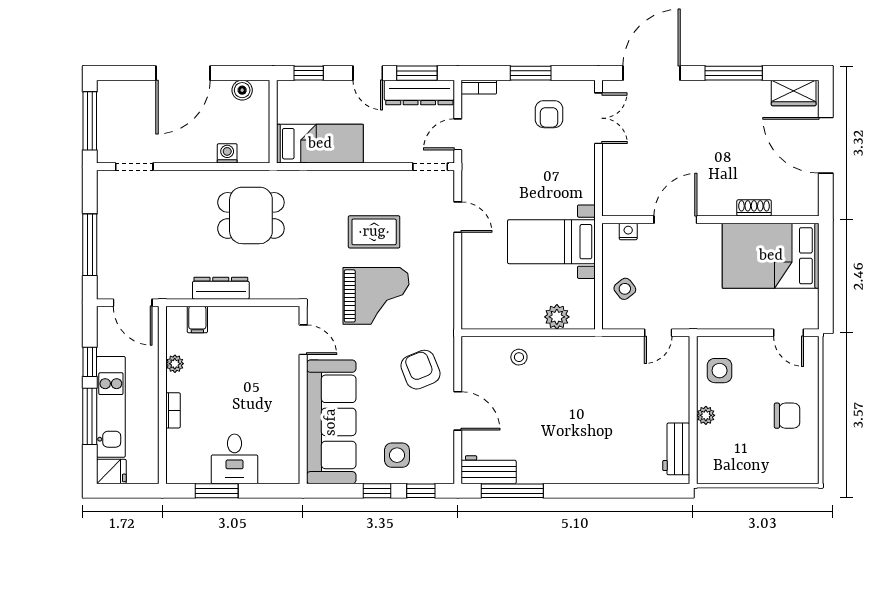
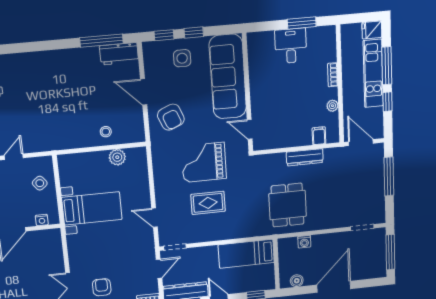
dining table: (251, 215) -> (288, 205), turned 90
plant: (557, 317) -> (117, 157), moved

